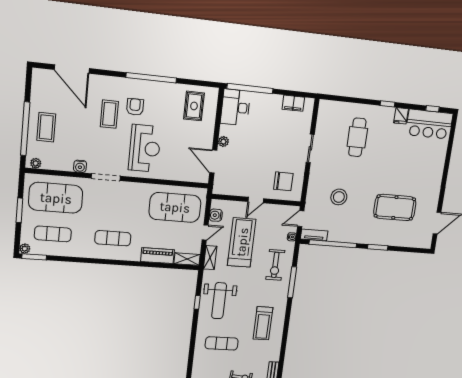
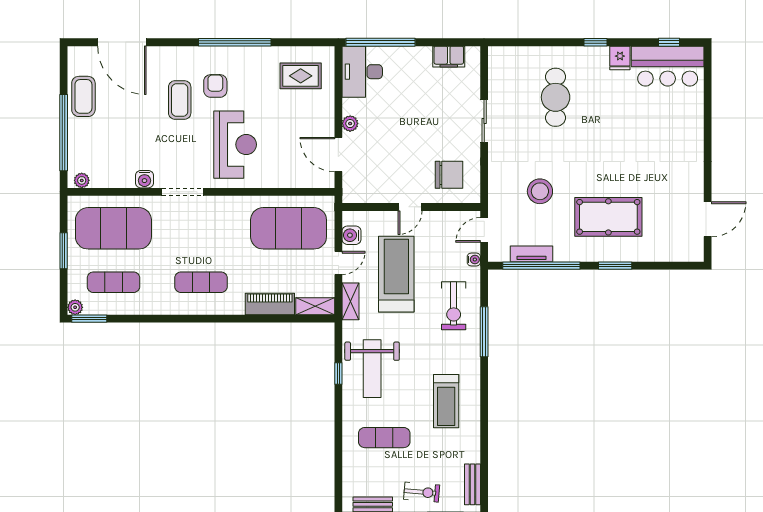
rug: (194, 106) -> (301, 76), turned 90
coffee table: (46, 127) -> (83, 96), moved
pool table: (395, 208) -> (608, 217), moved
tv unit: (314, 235) -> (531, 254), moved

